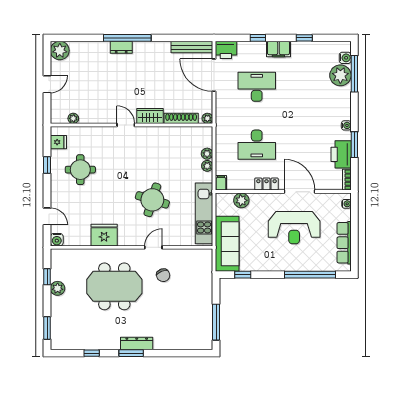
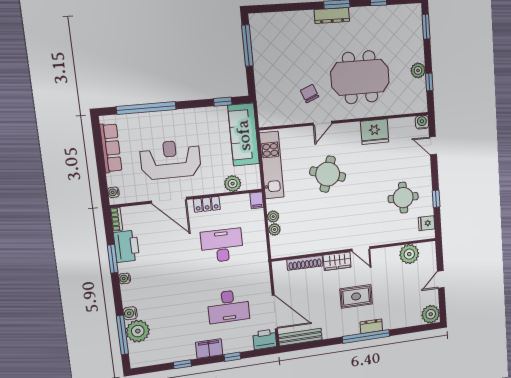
water cooler: (345, 58) -> (130, 313), moved
rug: (134, 79) -> (356, 296), added
plant: (73, 118) -> (409, 254), width x1.88, depth x1.88
plant: (207, 118) -> (277, 266), removed

